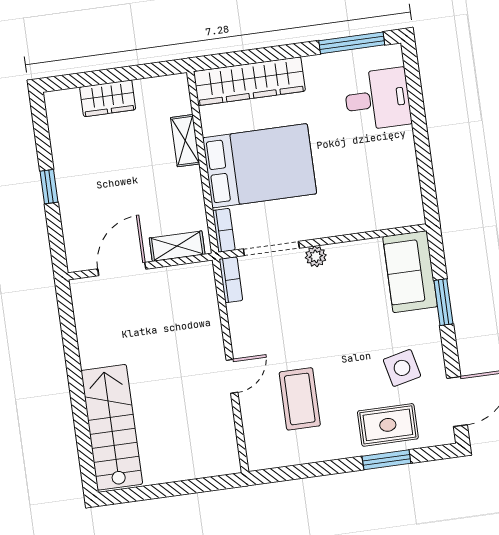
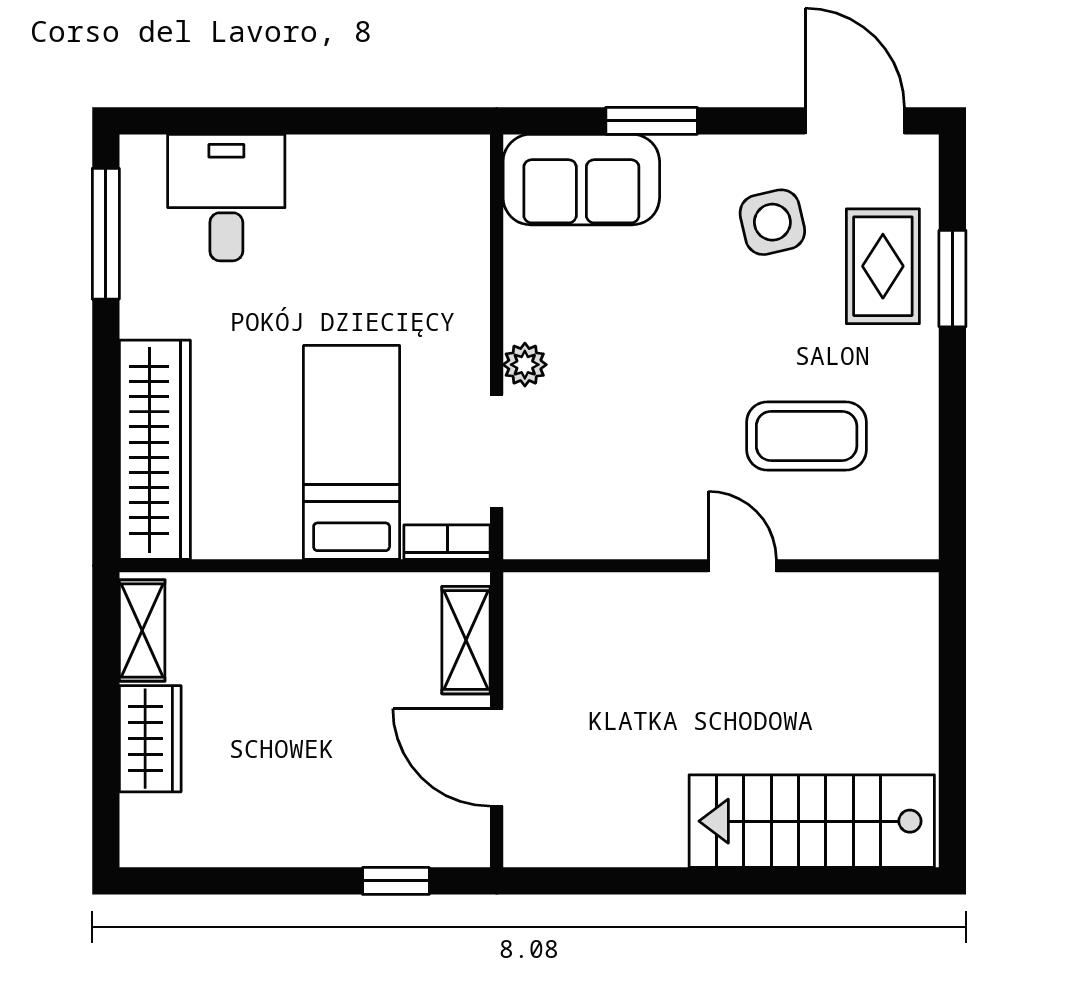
shelving: (185, 141) -> (142, 631), moved, turned 90
bed: (260, 166) -> (352, 452), width x0.67
window: (49, 187) -> (396, 881), moved
bookcase: (231, 280) -> (548, 541), removed

